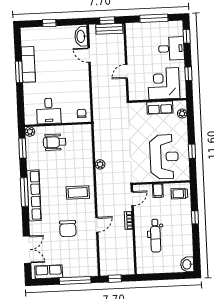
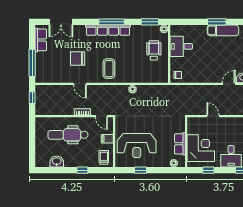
dental chair: (155, 236) -> (68, 135), width x1.36, depth x1.38
washbasin: (187, 264) -> (57, 161), moved

